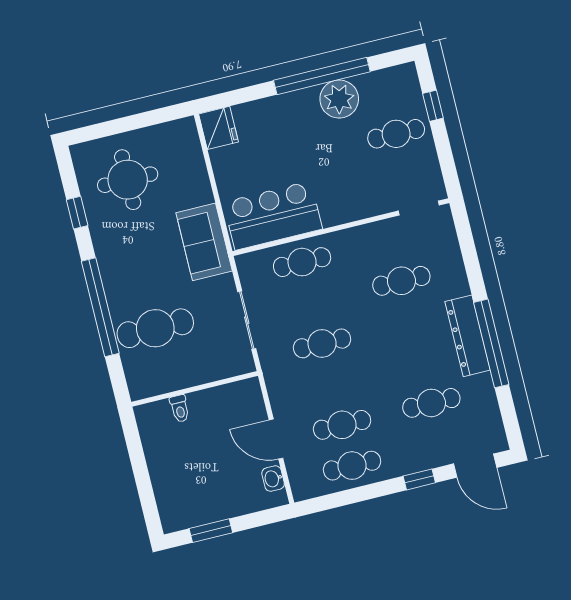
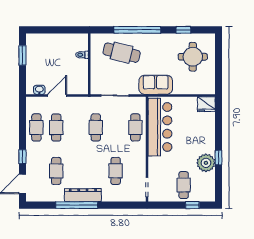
window: (322, 76) -> (218, 158), width x0.32
bar counter: (273, 216) -> (160, 127), width x1.36
cafe table: (155, 328) -> (122, 53), turned -76

